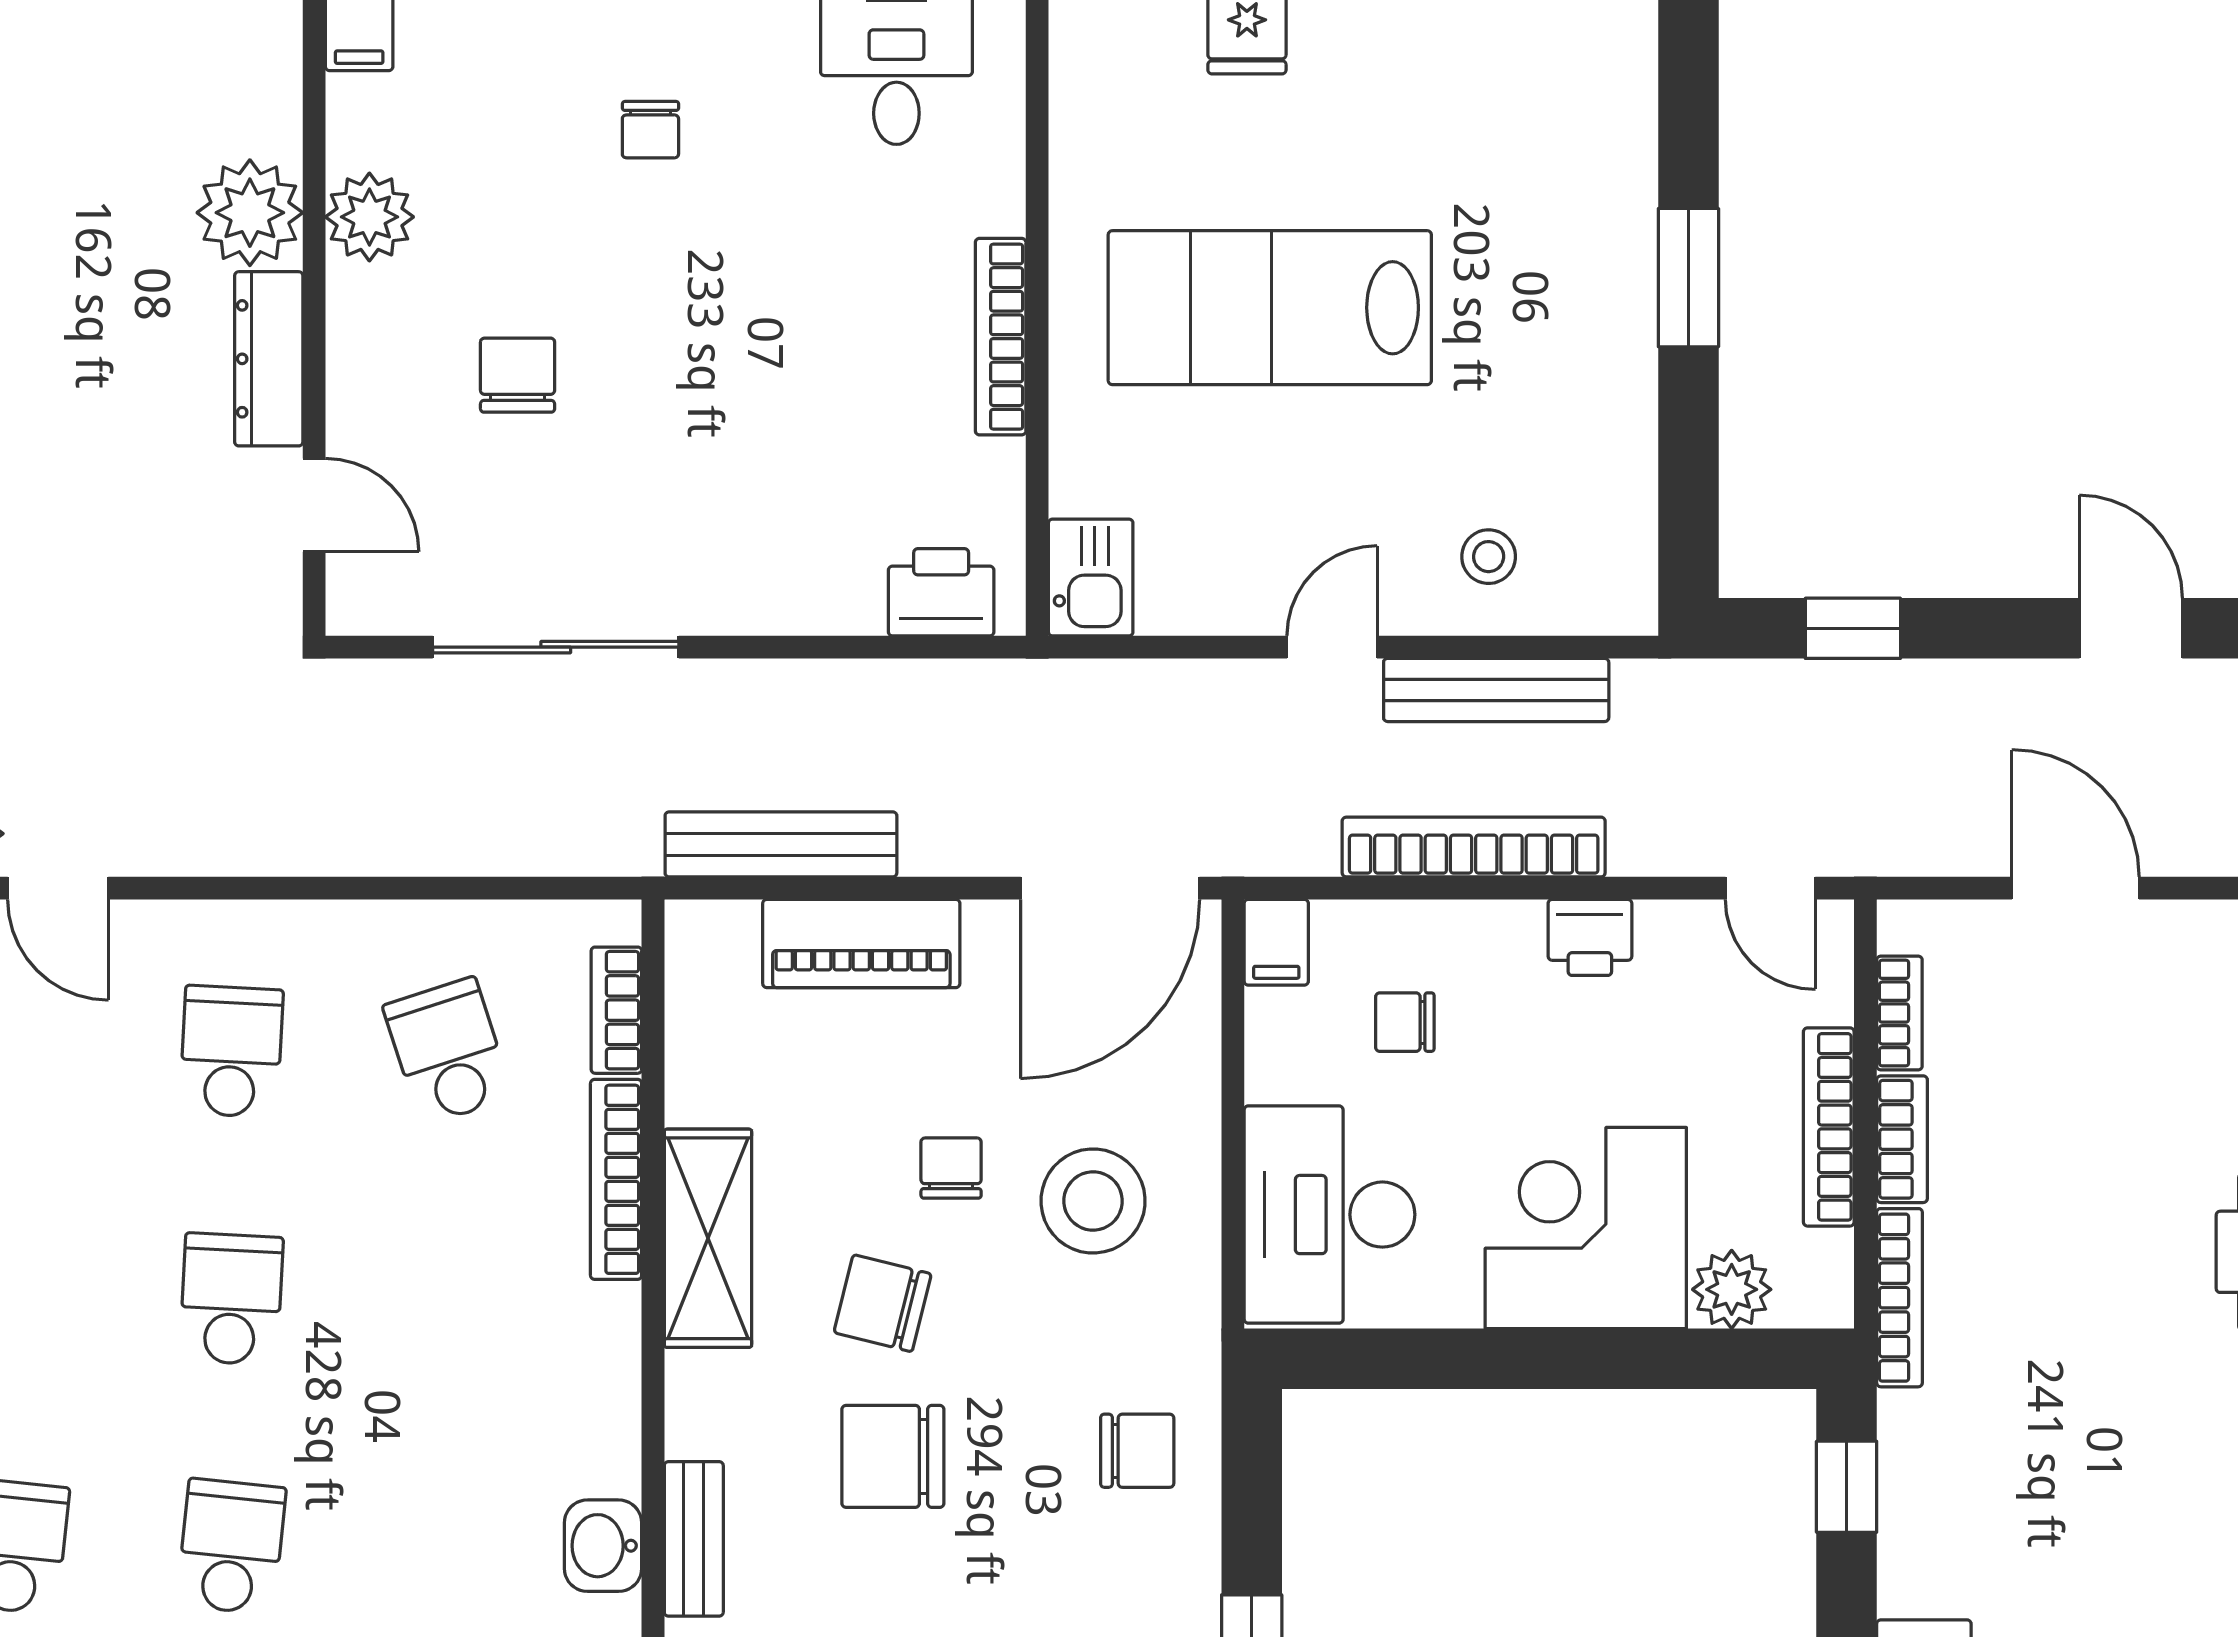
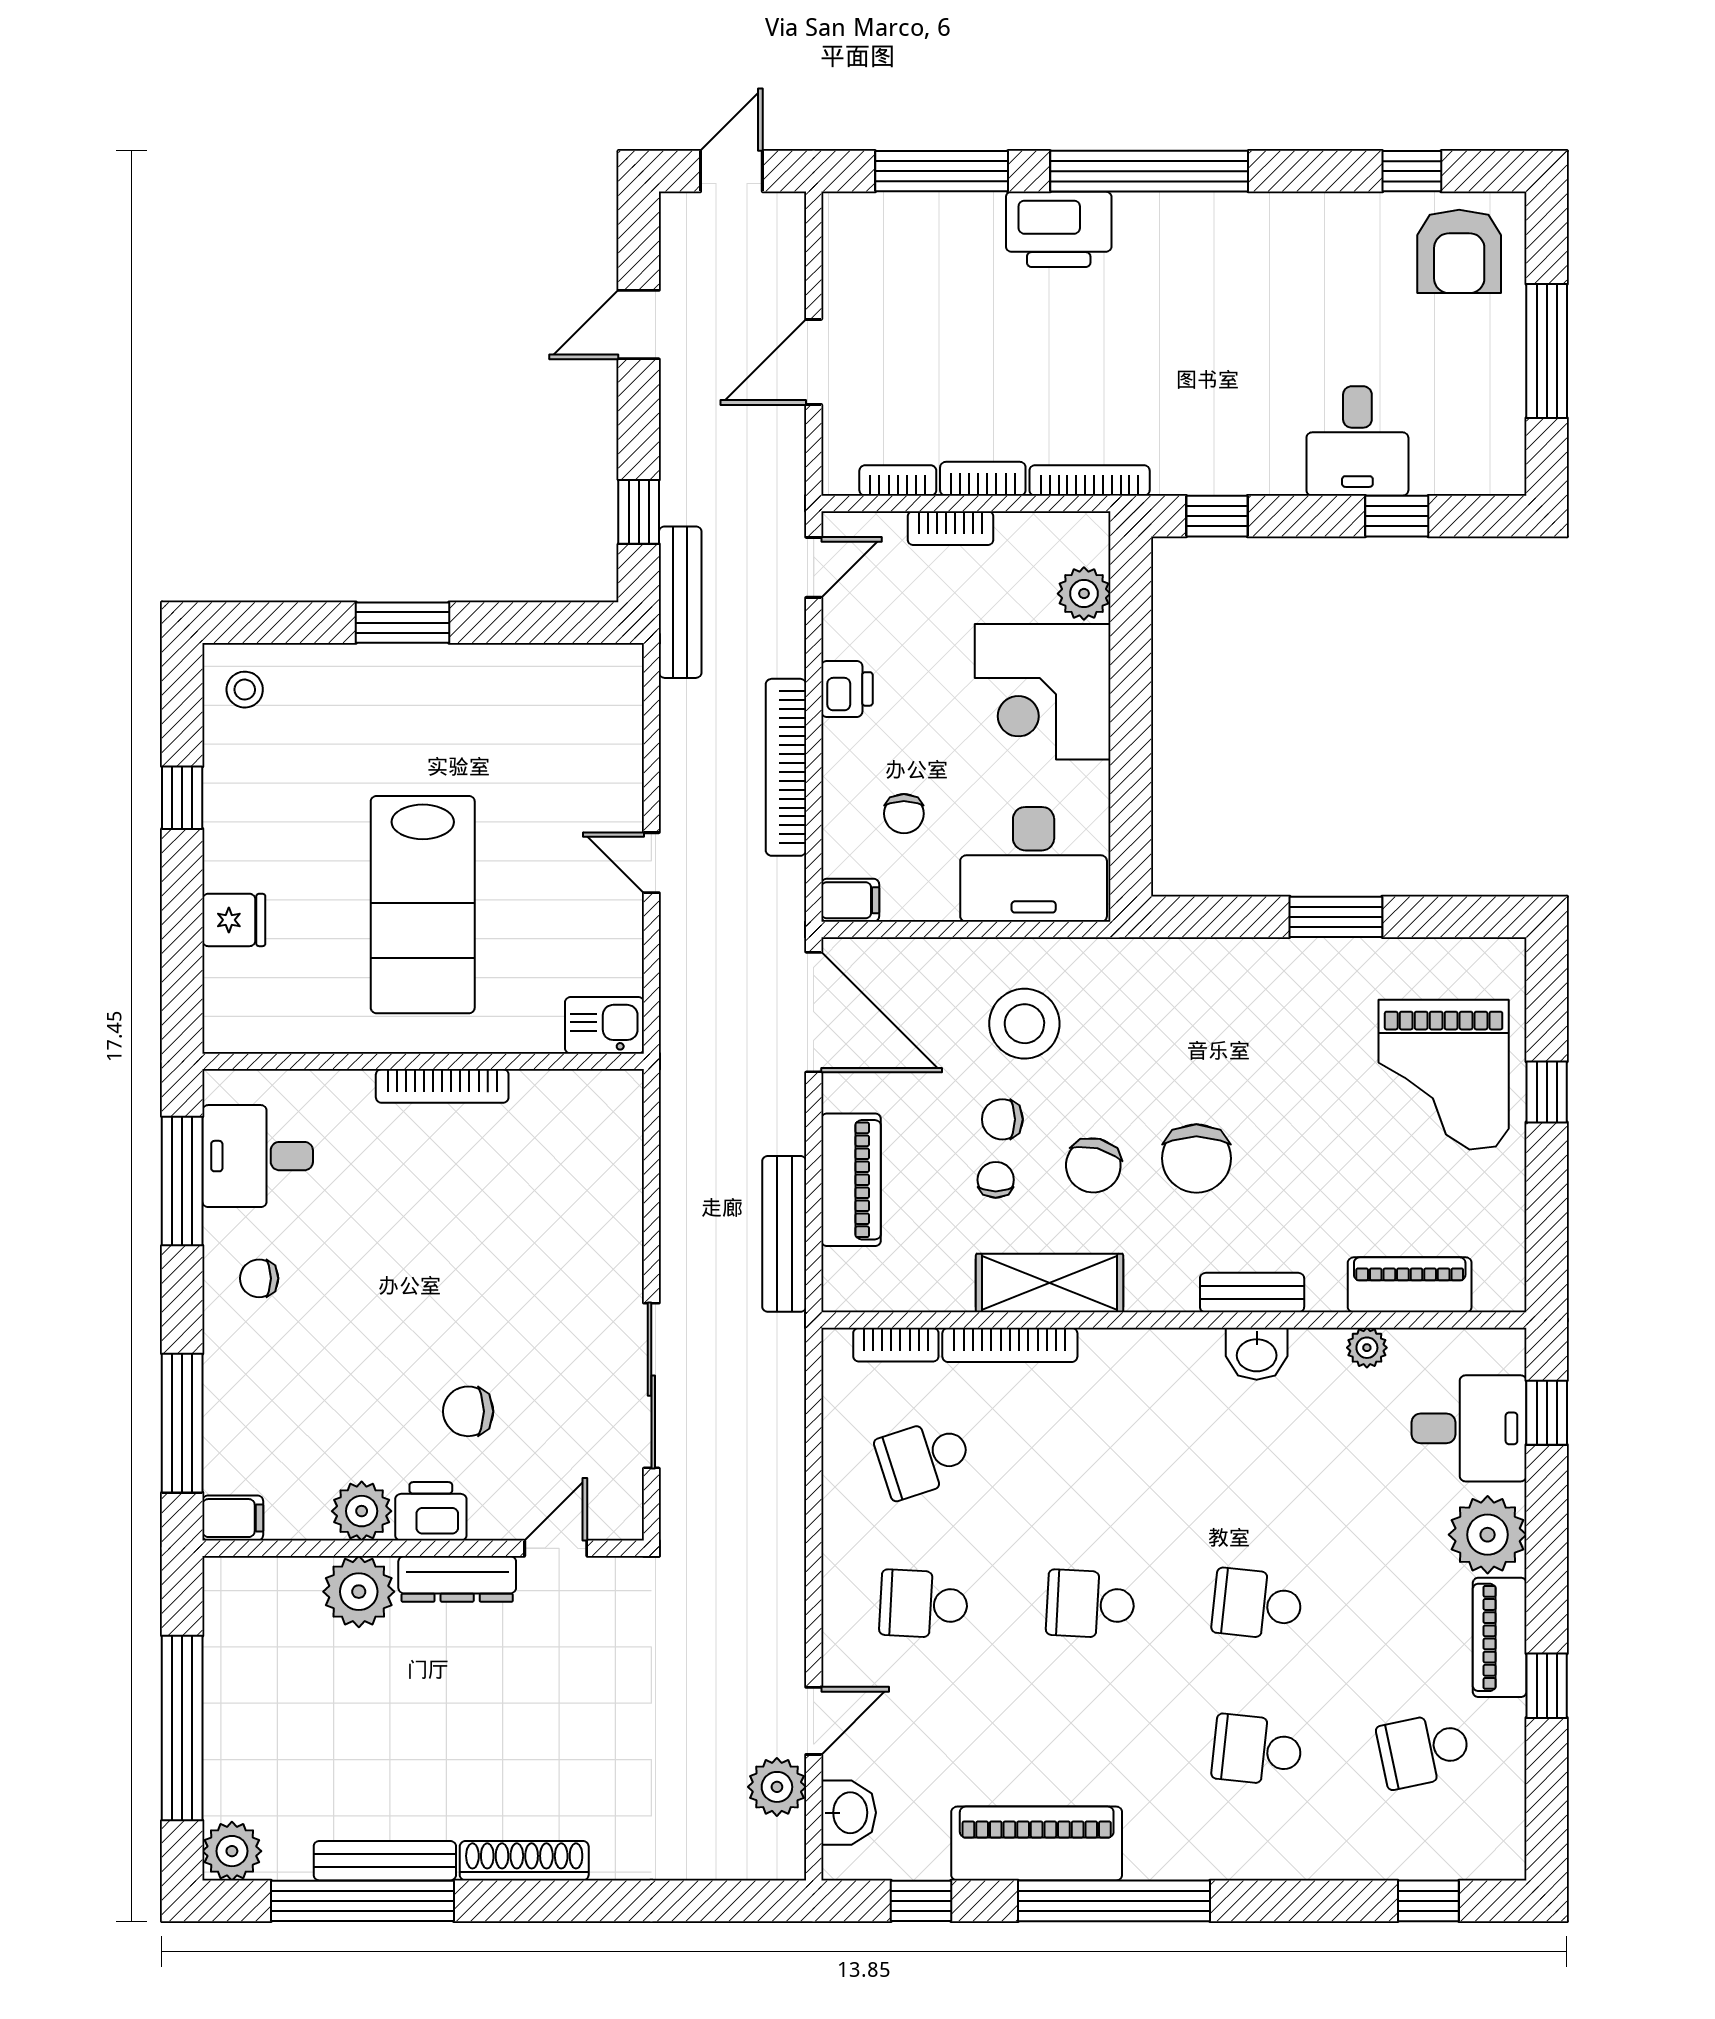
chair: (650, 130) -> (259, 1278), moved, turned 180
stool: (1489, 557) -> (245, 690), moved
printer: (941, 592) -> (431, 1511), moved, turned 90
bench: (1496, 690) -> (680, 602), moved
bookcase: (1829, 1127) -> (951, 528), width x0.64
chair: (1137, 1451) -> (996, 1180), moved, width x0.73, depth x0.73

